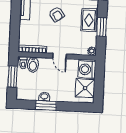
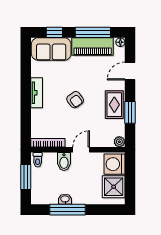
door: (60, 56) -> (81, 150), swing flipped
bidet: (33, 65) -> (64, 162), moved
window: (46, 105) -> (68, 210), width x1.44

